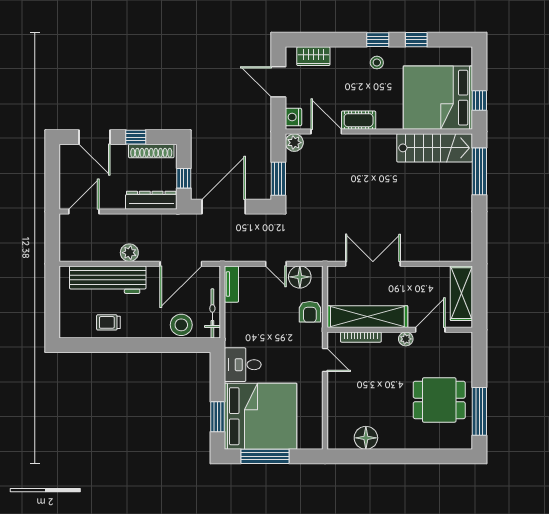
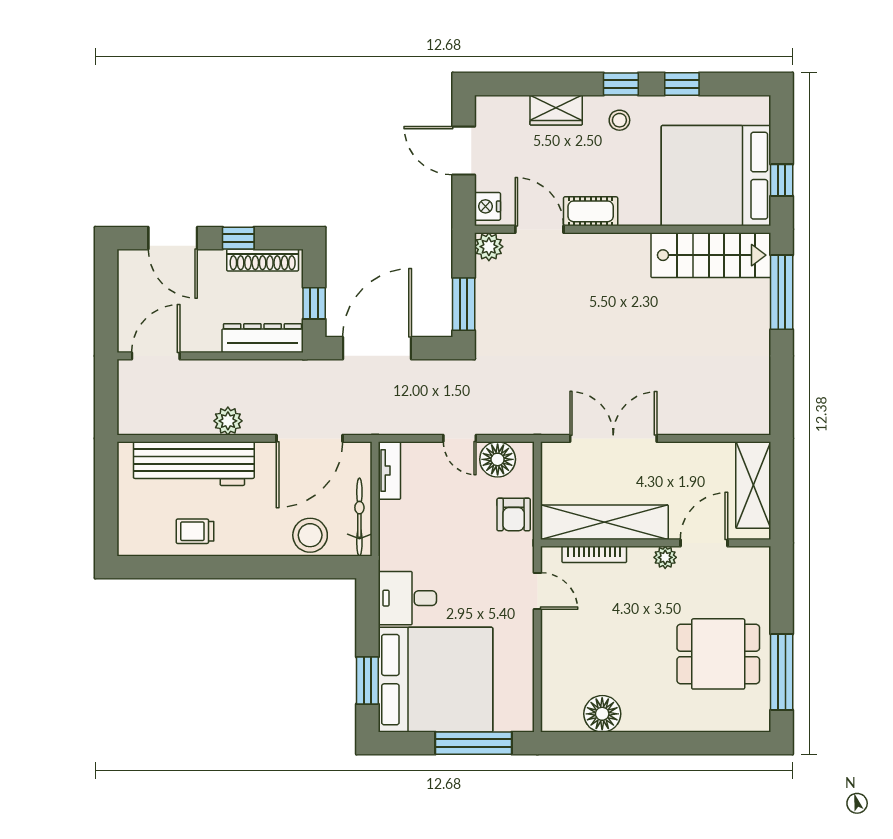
wardrobe: (313, 56) -> (556, 110), moved
window: (265, 456) -> (473, 743), moved

